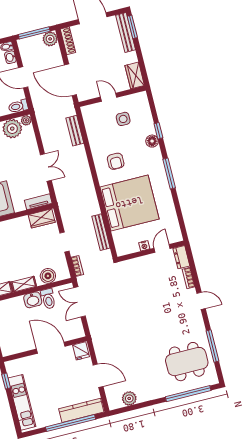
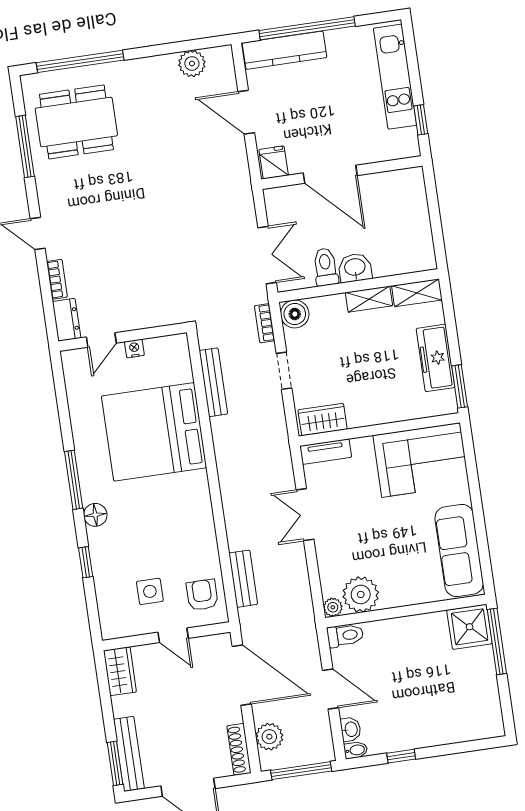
plant: (50, 39) -> (269, 737), moved
floor lamp: (152, 141) -> (95, 515), moved
armchair: (116, 161) -> (202, 595), moved
boiler: (48, 276) -> (295, 314), moved

